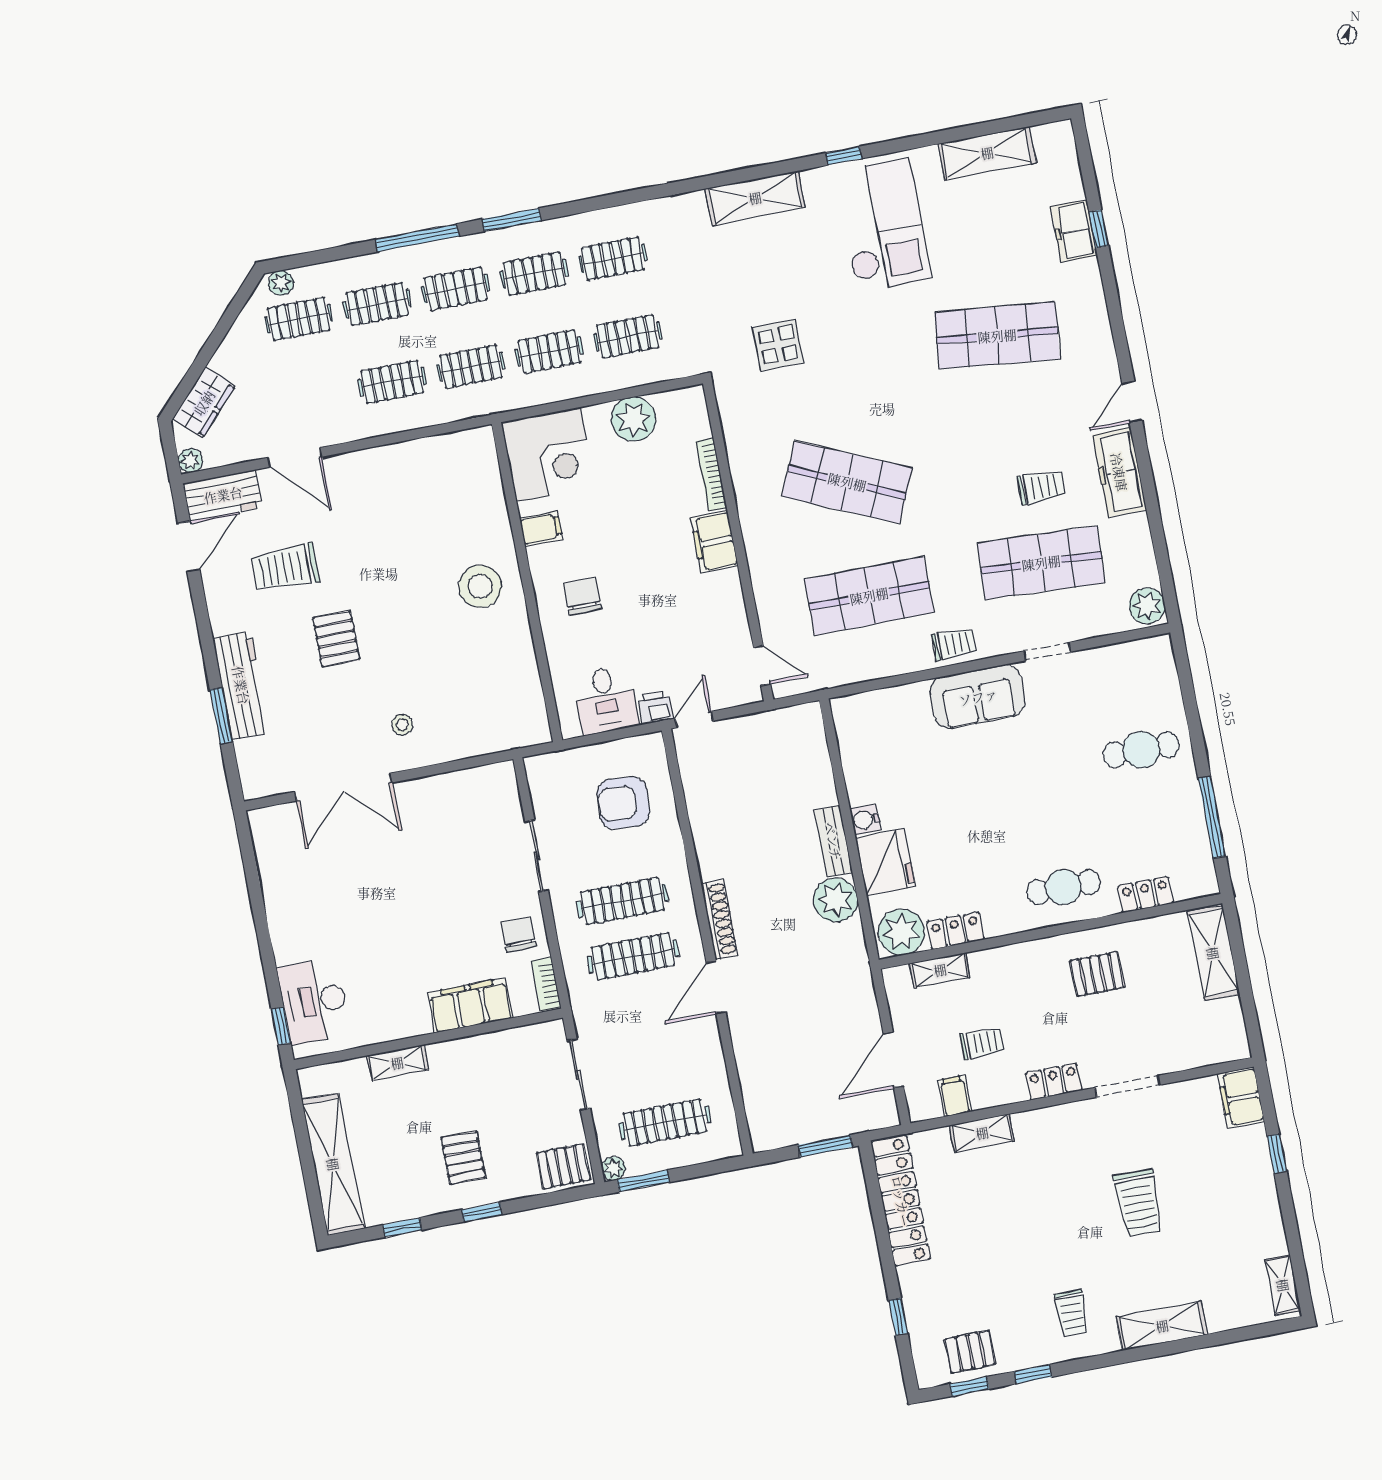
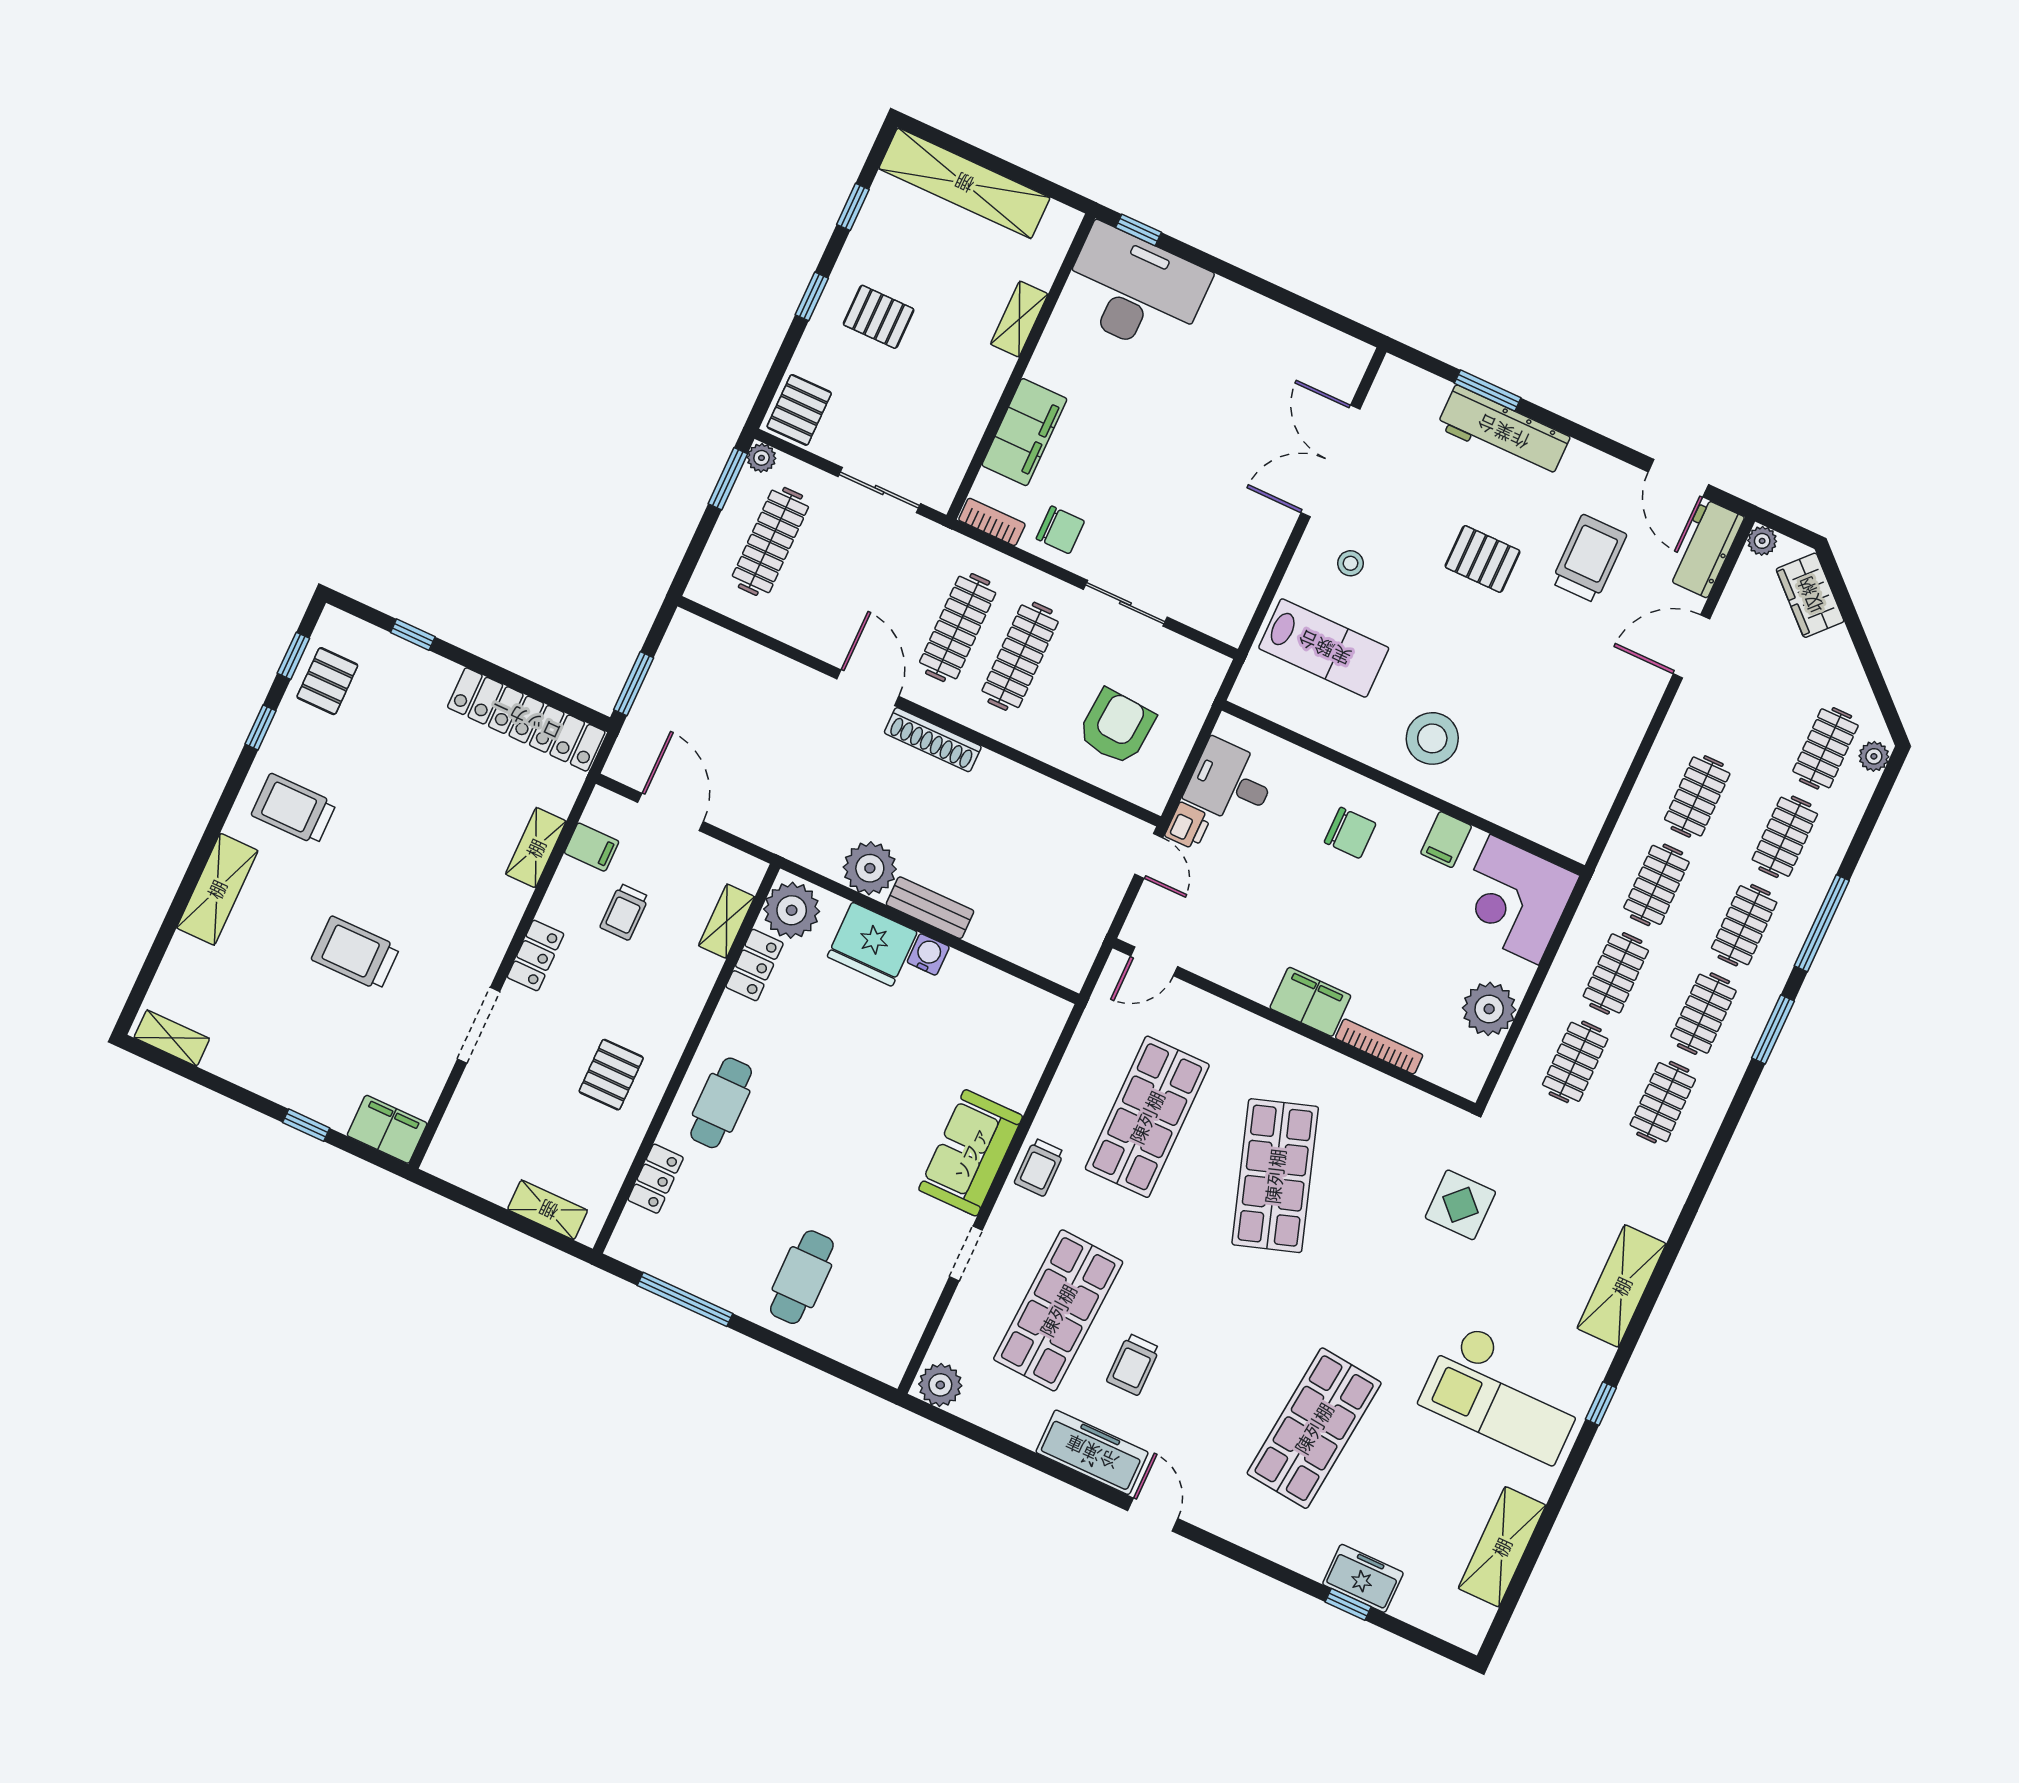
shop shelf: (847, 482) -> (1275, 1176), turned -42
lab bench: (472, 702) -> (1324, 648), added
shelving: (1213, 953) -> (548, 1210), width x0.67, depth x0.75
desk: (314, 1001) -> (1135, 290), width x1.36, depth x1.30
trolley: (1072, 1313) -> (294, 809), width x1.36, depth x1.39

